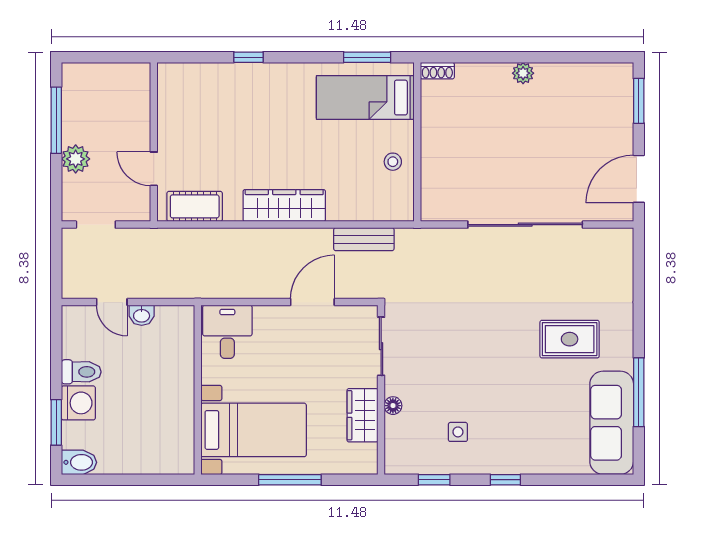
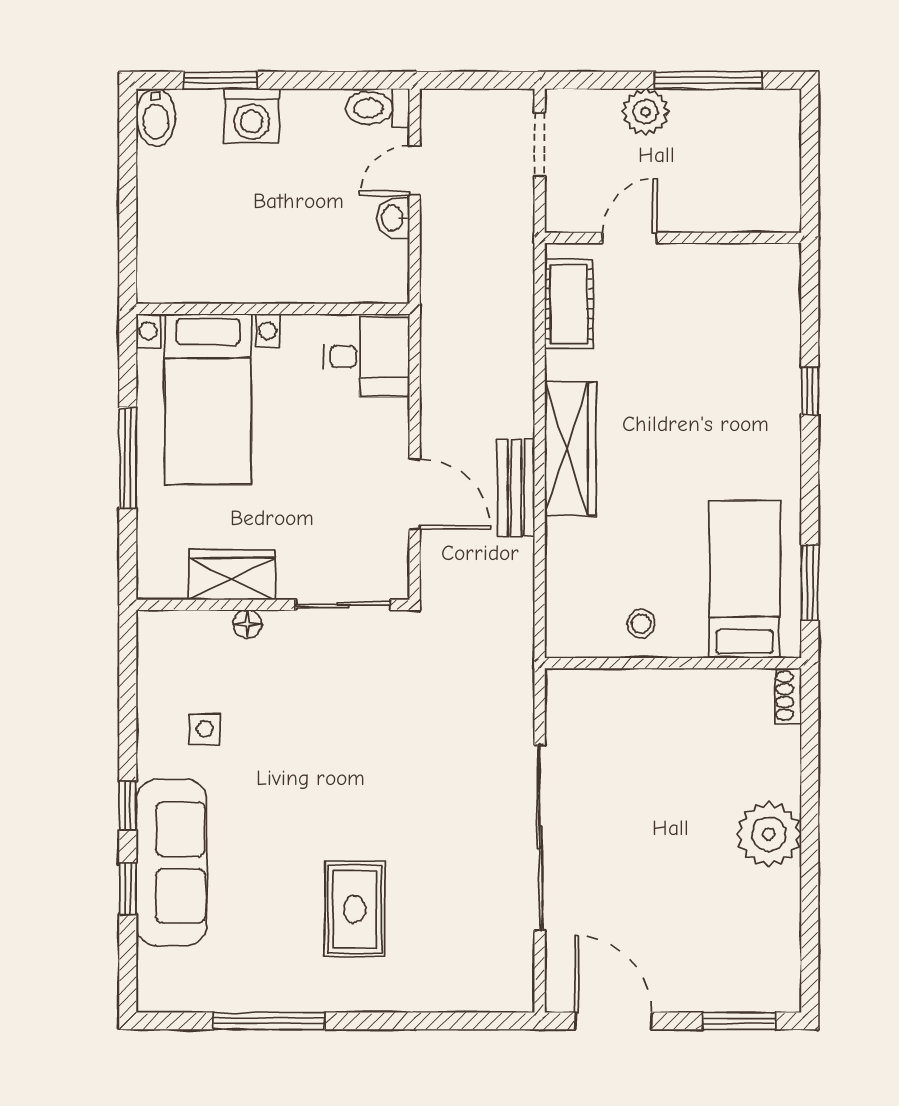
plant: (523, 73) -> (769, 834), width x1.87, depth x1.87
bench: (364, 239) -> (516, 488), moved
toilet: (81, 372) -> (377, 108), moved, turned 90
sofa: (612, 423) -> (171, 863), moved, turned 90
window: (434, 480) -> (128, 888), moved

